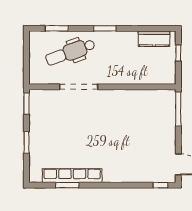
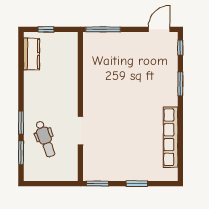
window: (105, 28) -> (21, 123), moved
dental chair: (70, 52) -> (45, 139), width x0.73, depth x0.72
doorway: (79, 87) -> (80, 131), width x0.73
window: (67, 185) -> (180, 84), moved

